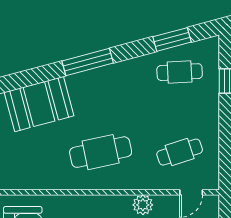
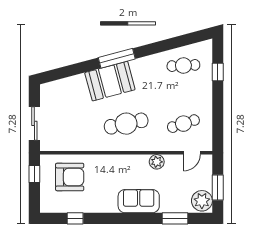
window: (172, 39) -> (178, 42), removed
booth: (39, 104) -> (110, 81), moved

